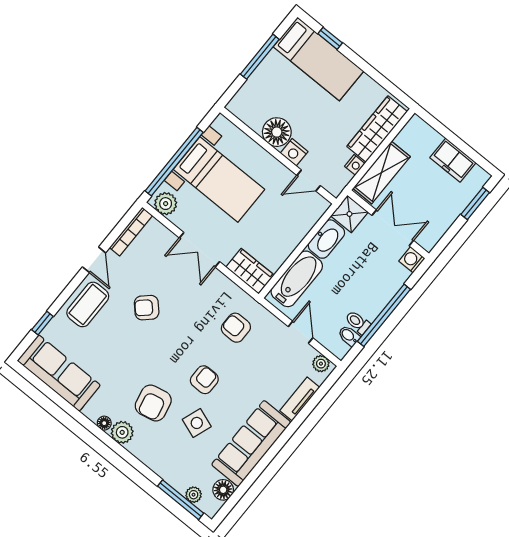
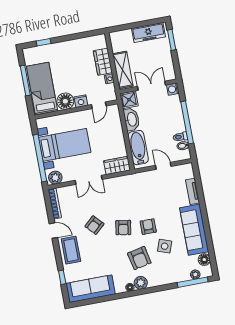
bed: (318, 59) -> (42, 89), moved, turned -90
wardrobe: (377, 129) -> (103, 62), width x0.67
freezer: (453, 160) -> (148, 33), width x1.40
armchair: (236, 328) -> (123, 228), moved, turned -80
plant: (321, 364) -> (185, 169), removed

